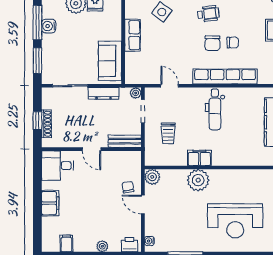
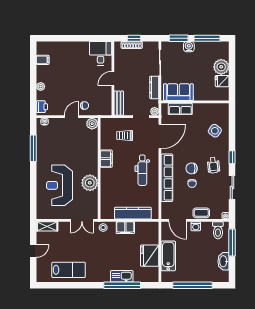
water cooler: (49, 26) -> (189, 47), moved
row of seats: (133, 35) -> (180, 109), moved
door: (170, 86) -> (160, 136), width x1.88
dental chair: (215, 109) -> (142, 170), turned -90
plant: (198, 180) -> (90, 183), moved
filing cabinet: (50, 203) -> (73, 48), removed

